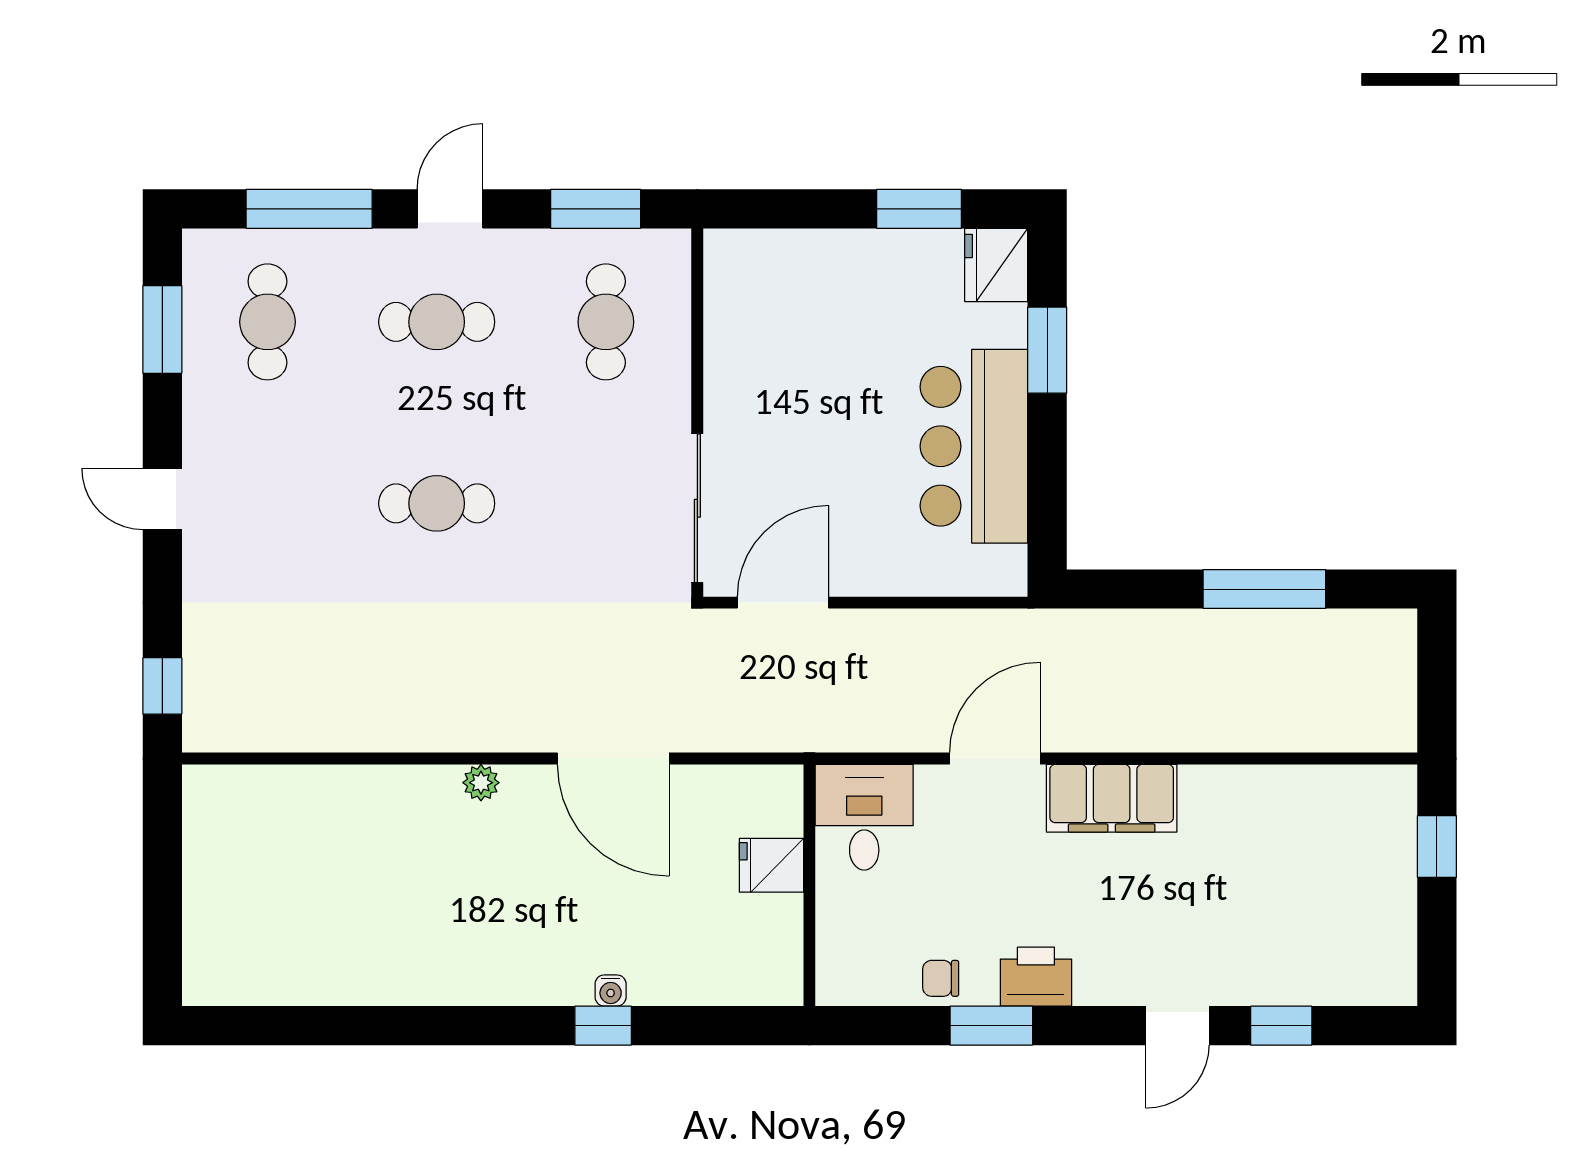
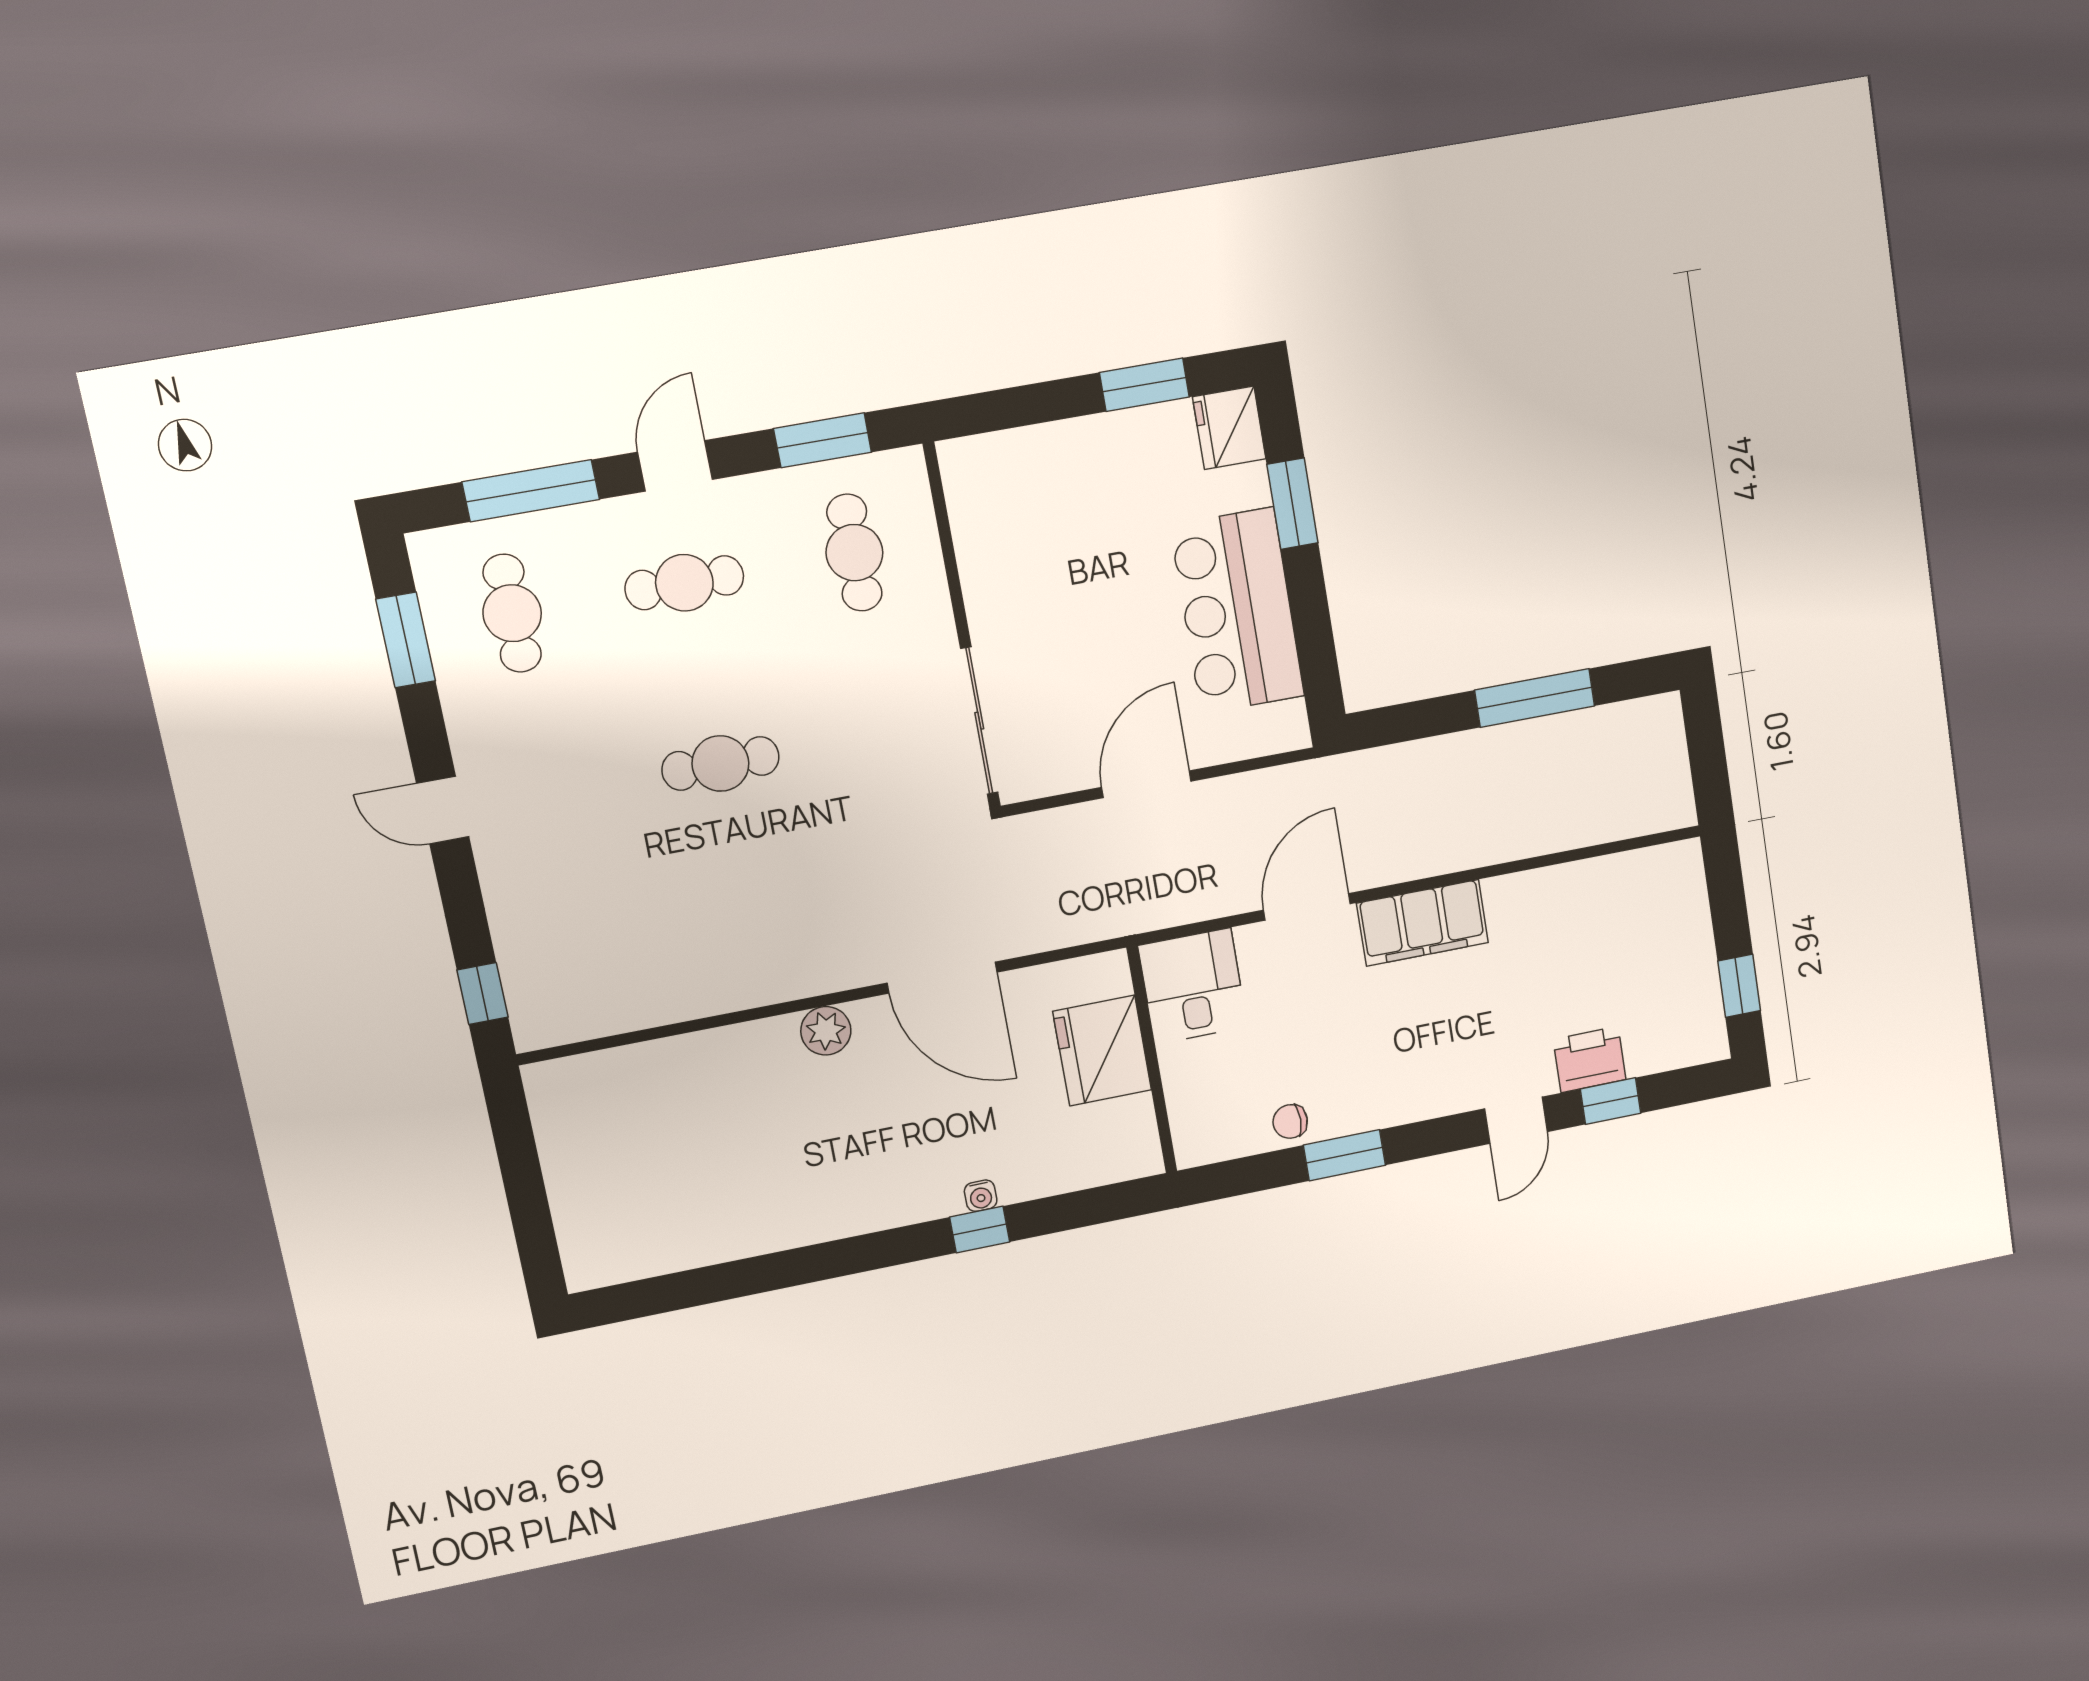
door: (783, 603) -> (1146, 784), moved
plant: (481, 783) -> (826, 1031), width x1.38, depth x1.38
window: (1437, 847) -> (1739, 986), moved
fridge: (771, 865) -> (1102, 1051), width x1.88, depth x1.34
printer: (1036, 977) -> (1590, 1060), moved

